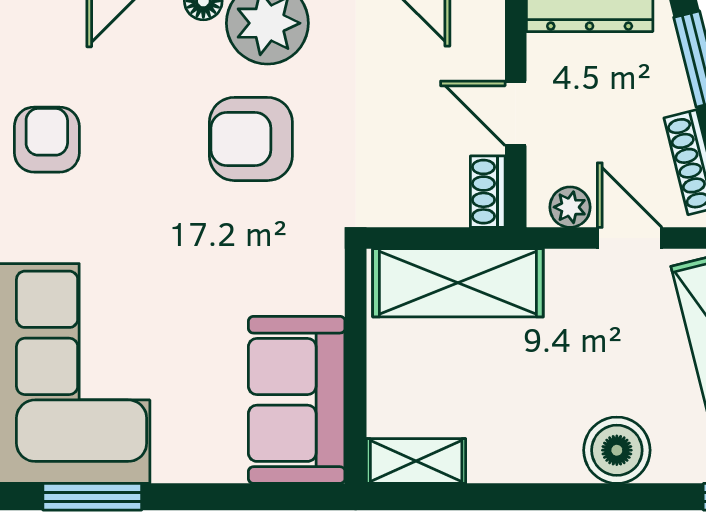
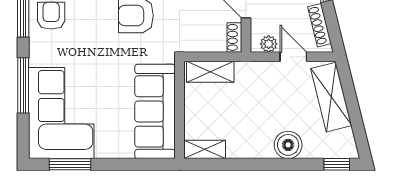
shelving: (458, 283) -> (210, 72), width x0.67, depth x0.75
sofa: (297, 400) -> (155, 111), width x1.36

